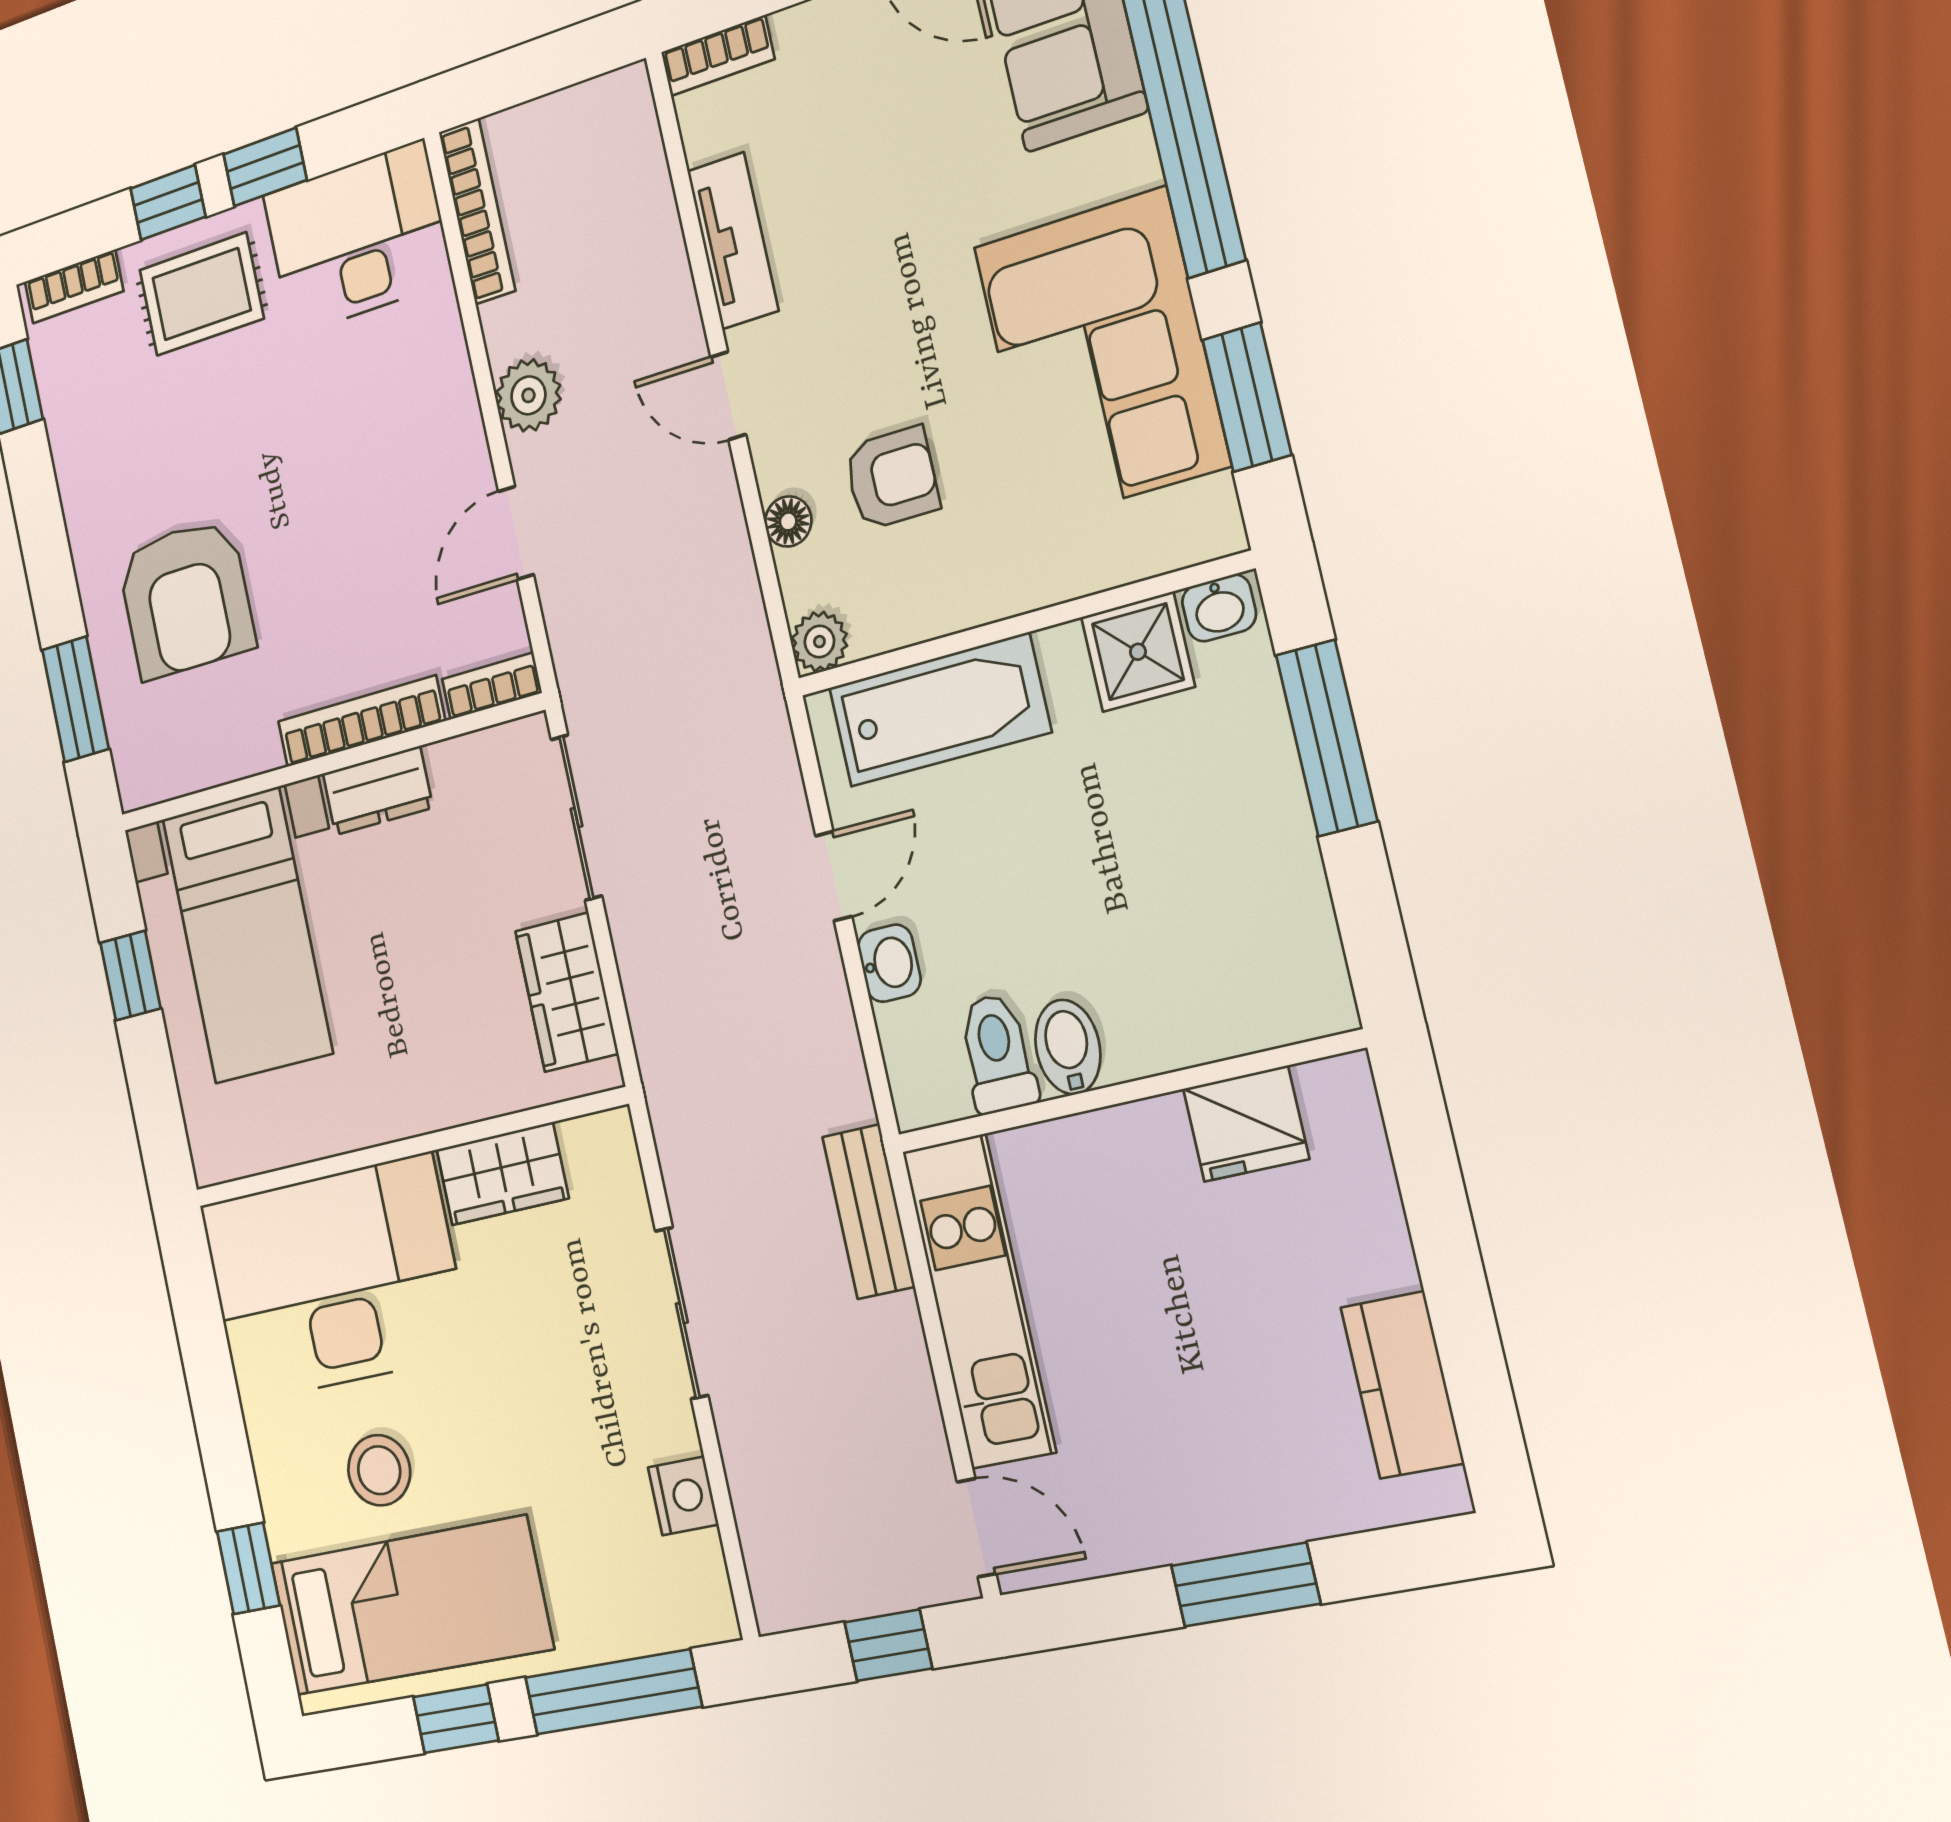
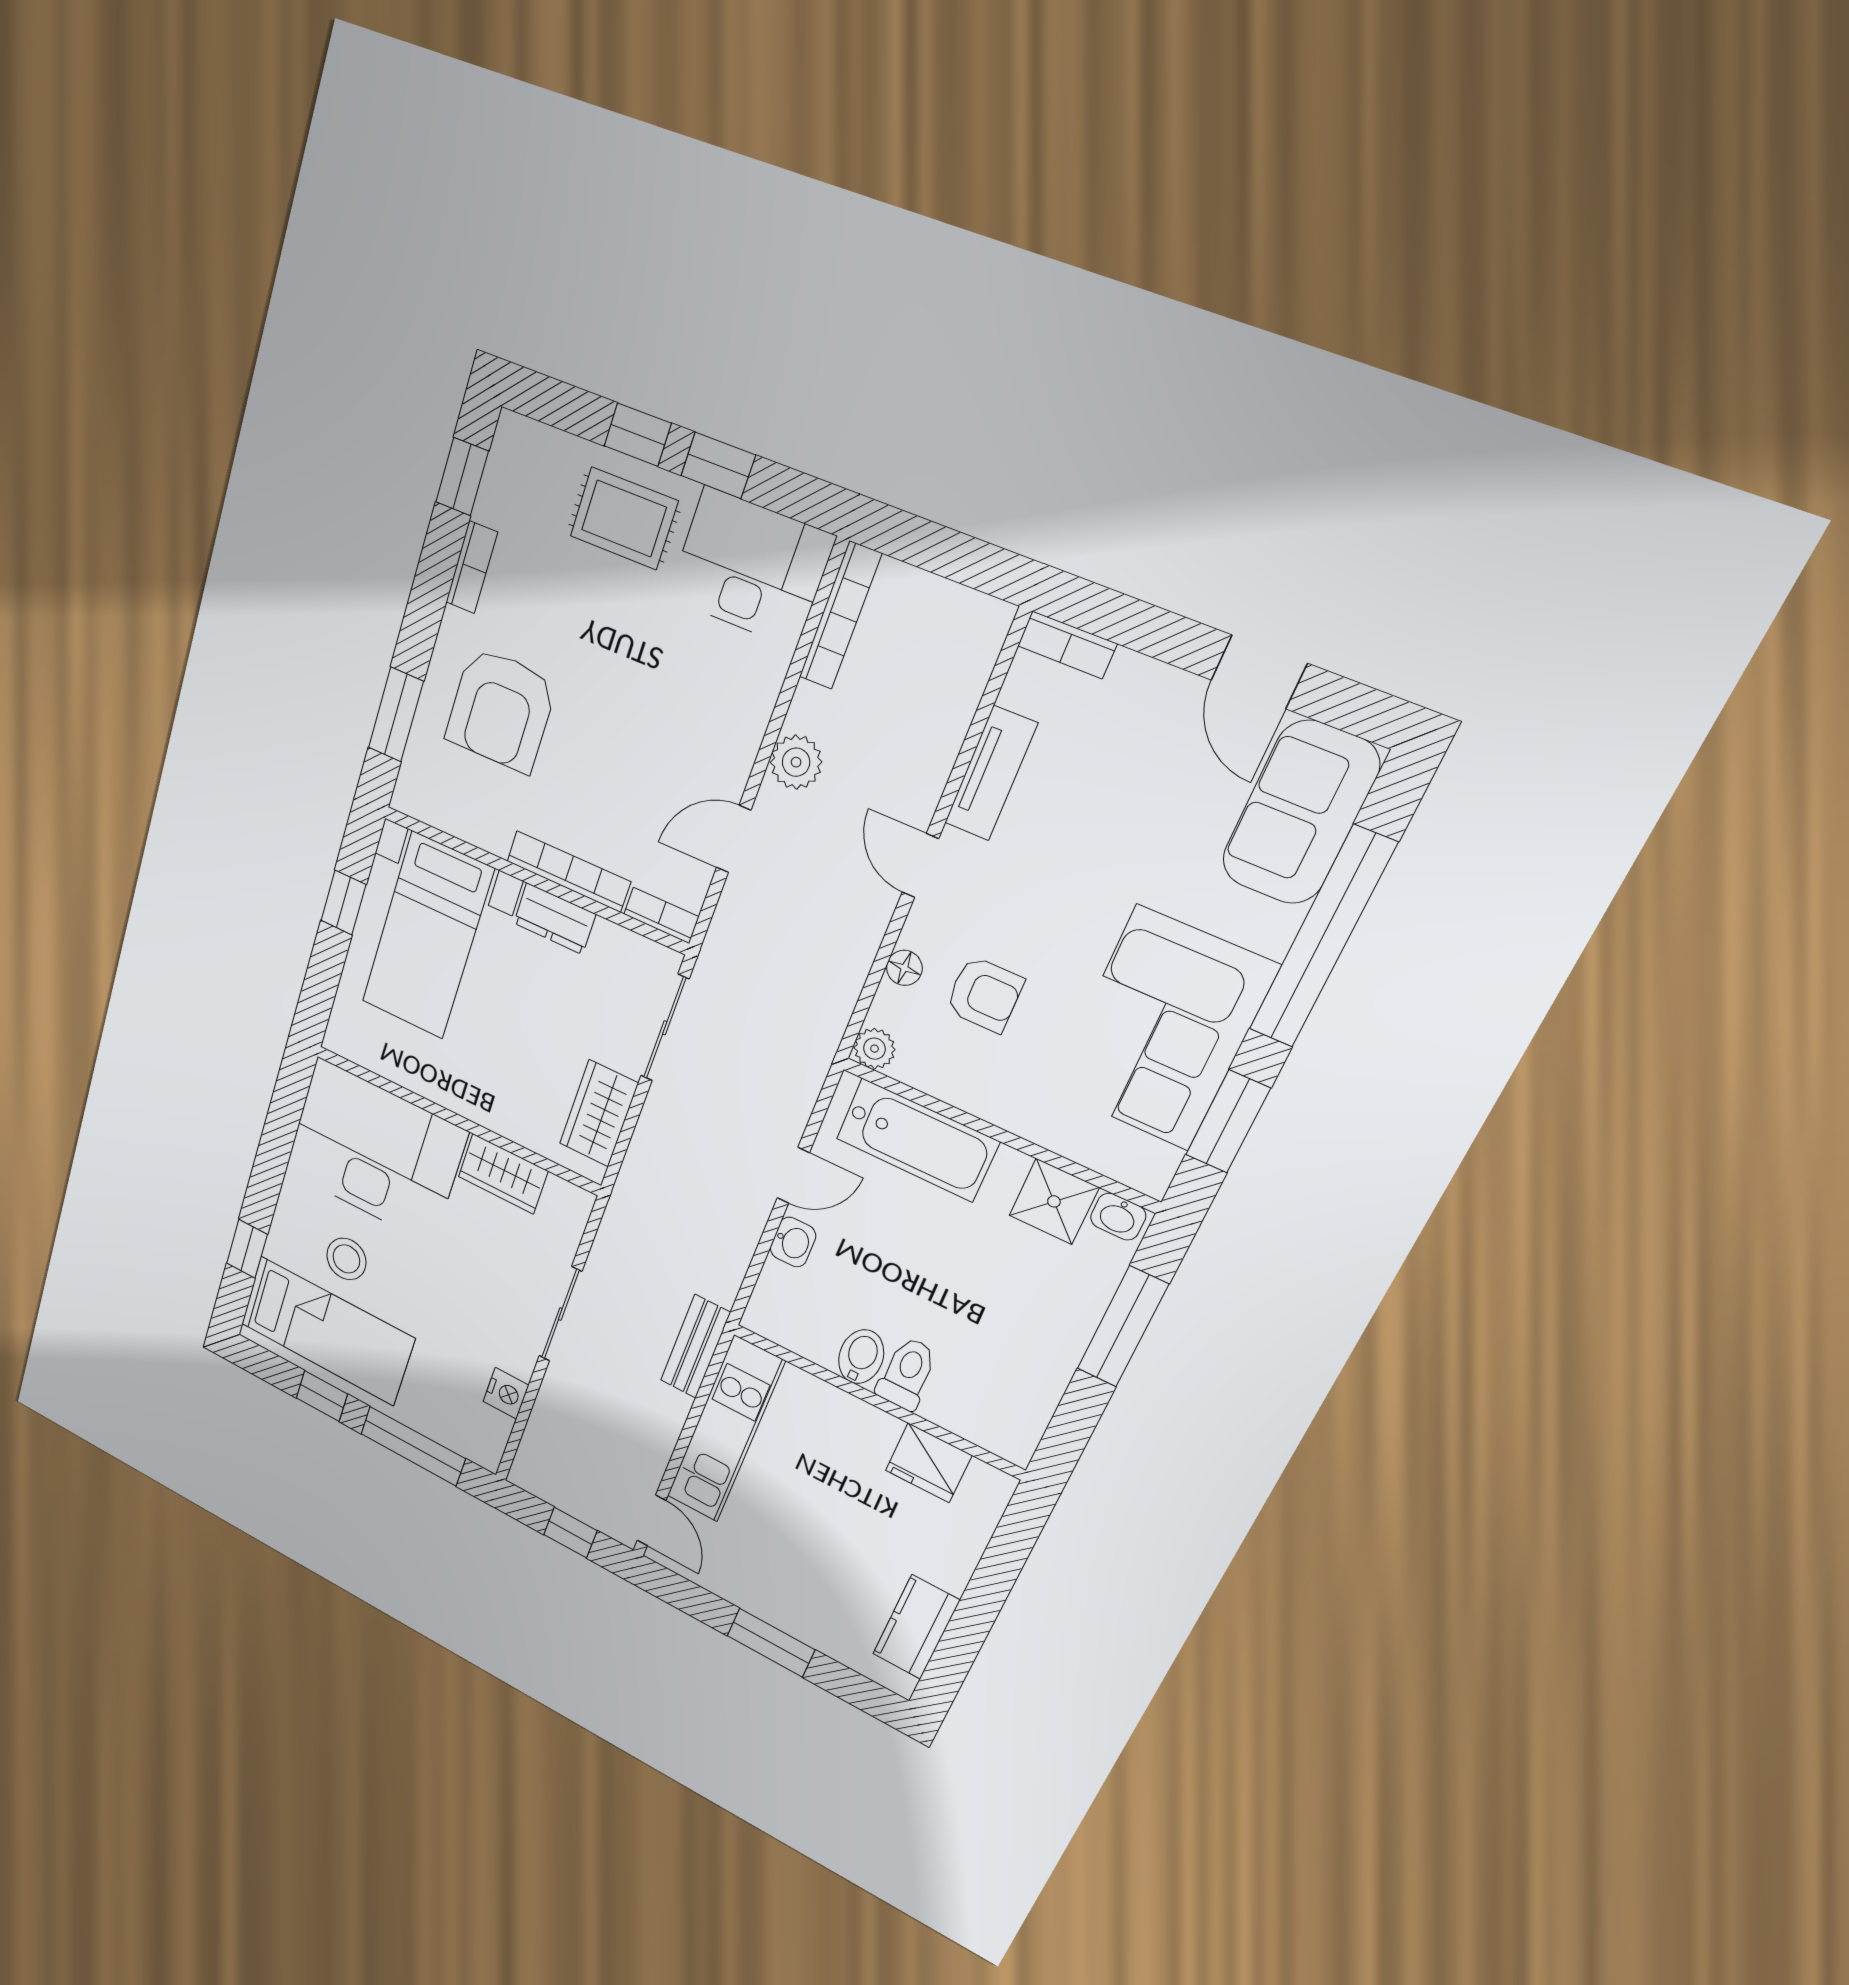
bookcase: (74, 286) -> (472, 567), moved, turned -90
toilet: (997, 1053) -> (907, 1373), moved

